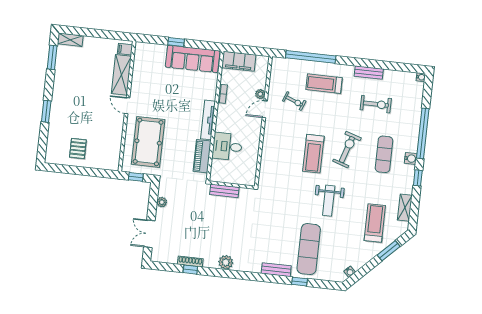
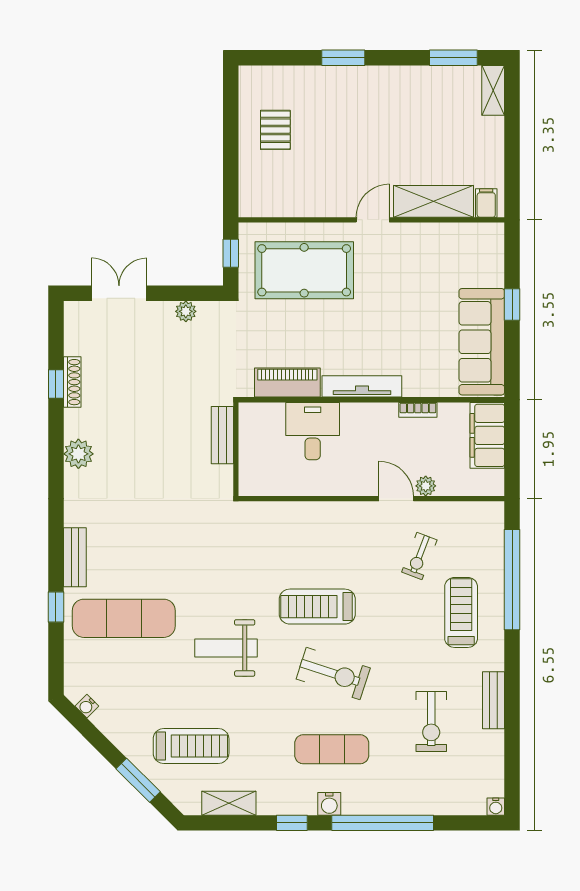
pallet: (78, 148) -> (275, 130), turned 90

